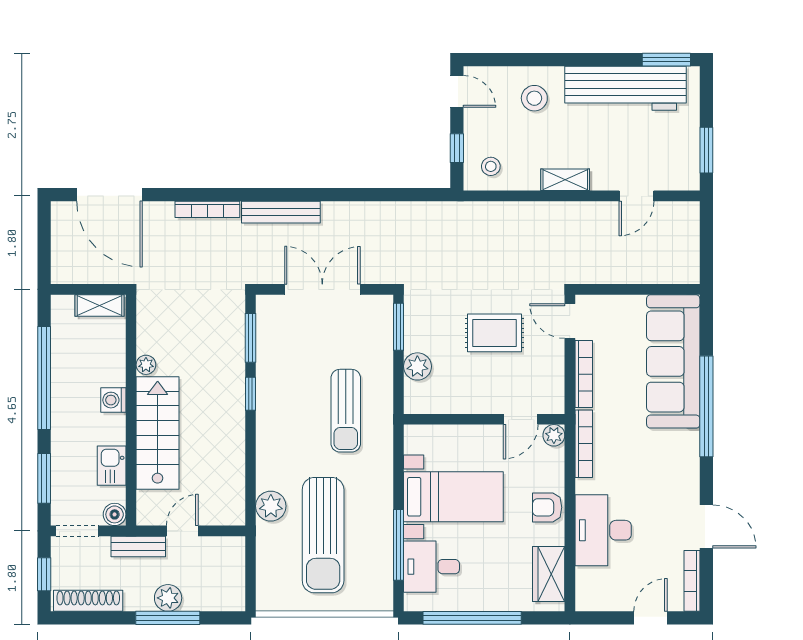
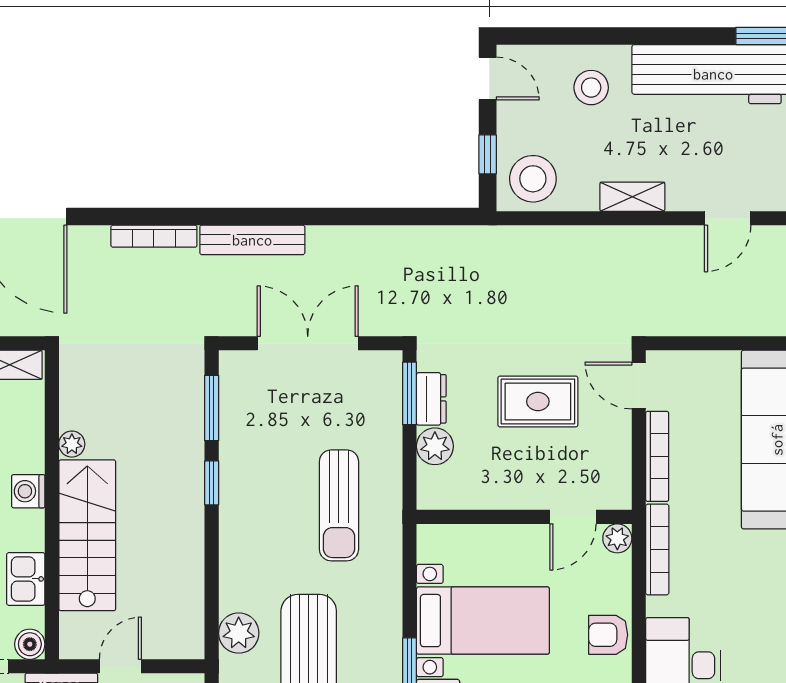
stool: (491, 166) -> (533, 179), width x1.89, depth x1.89
dresser: (415, 331) -> (431, 399), added

